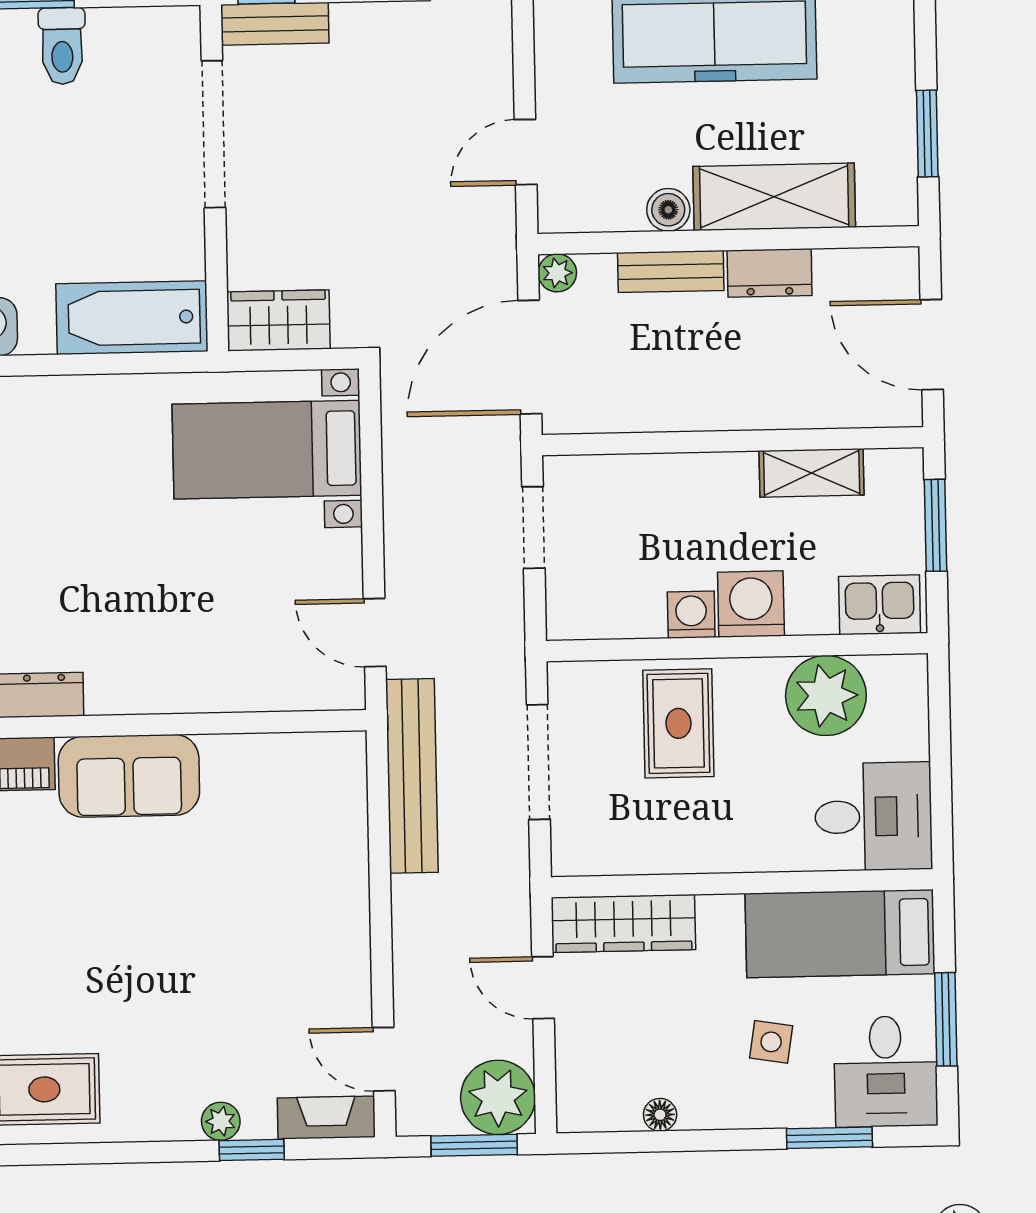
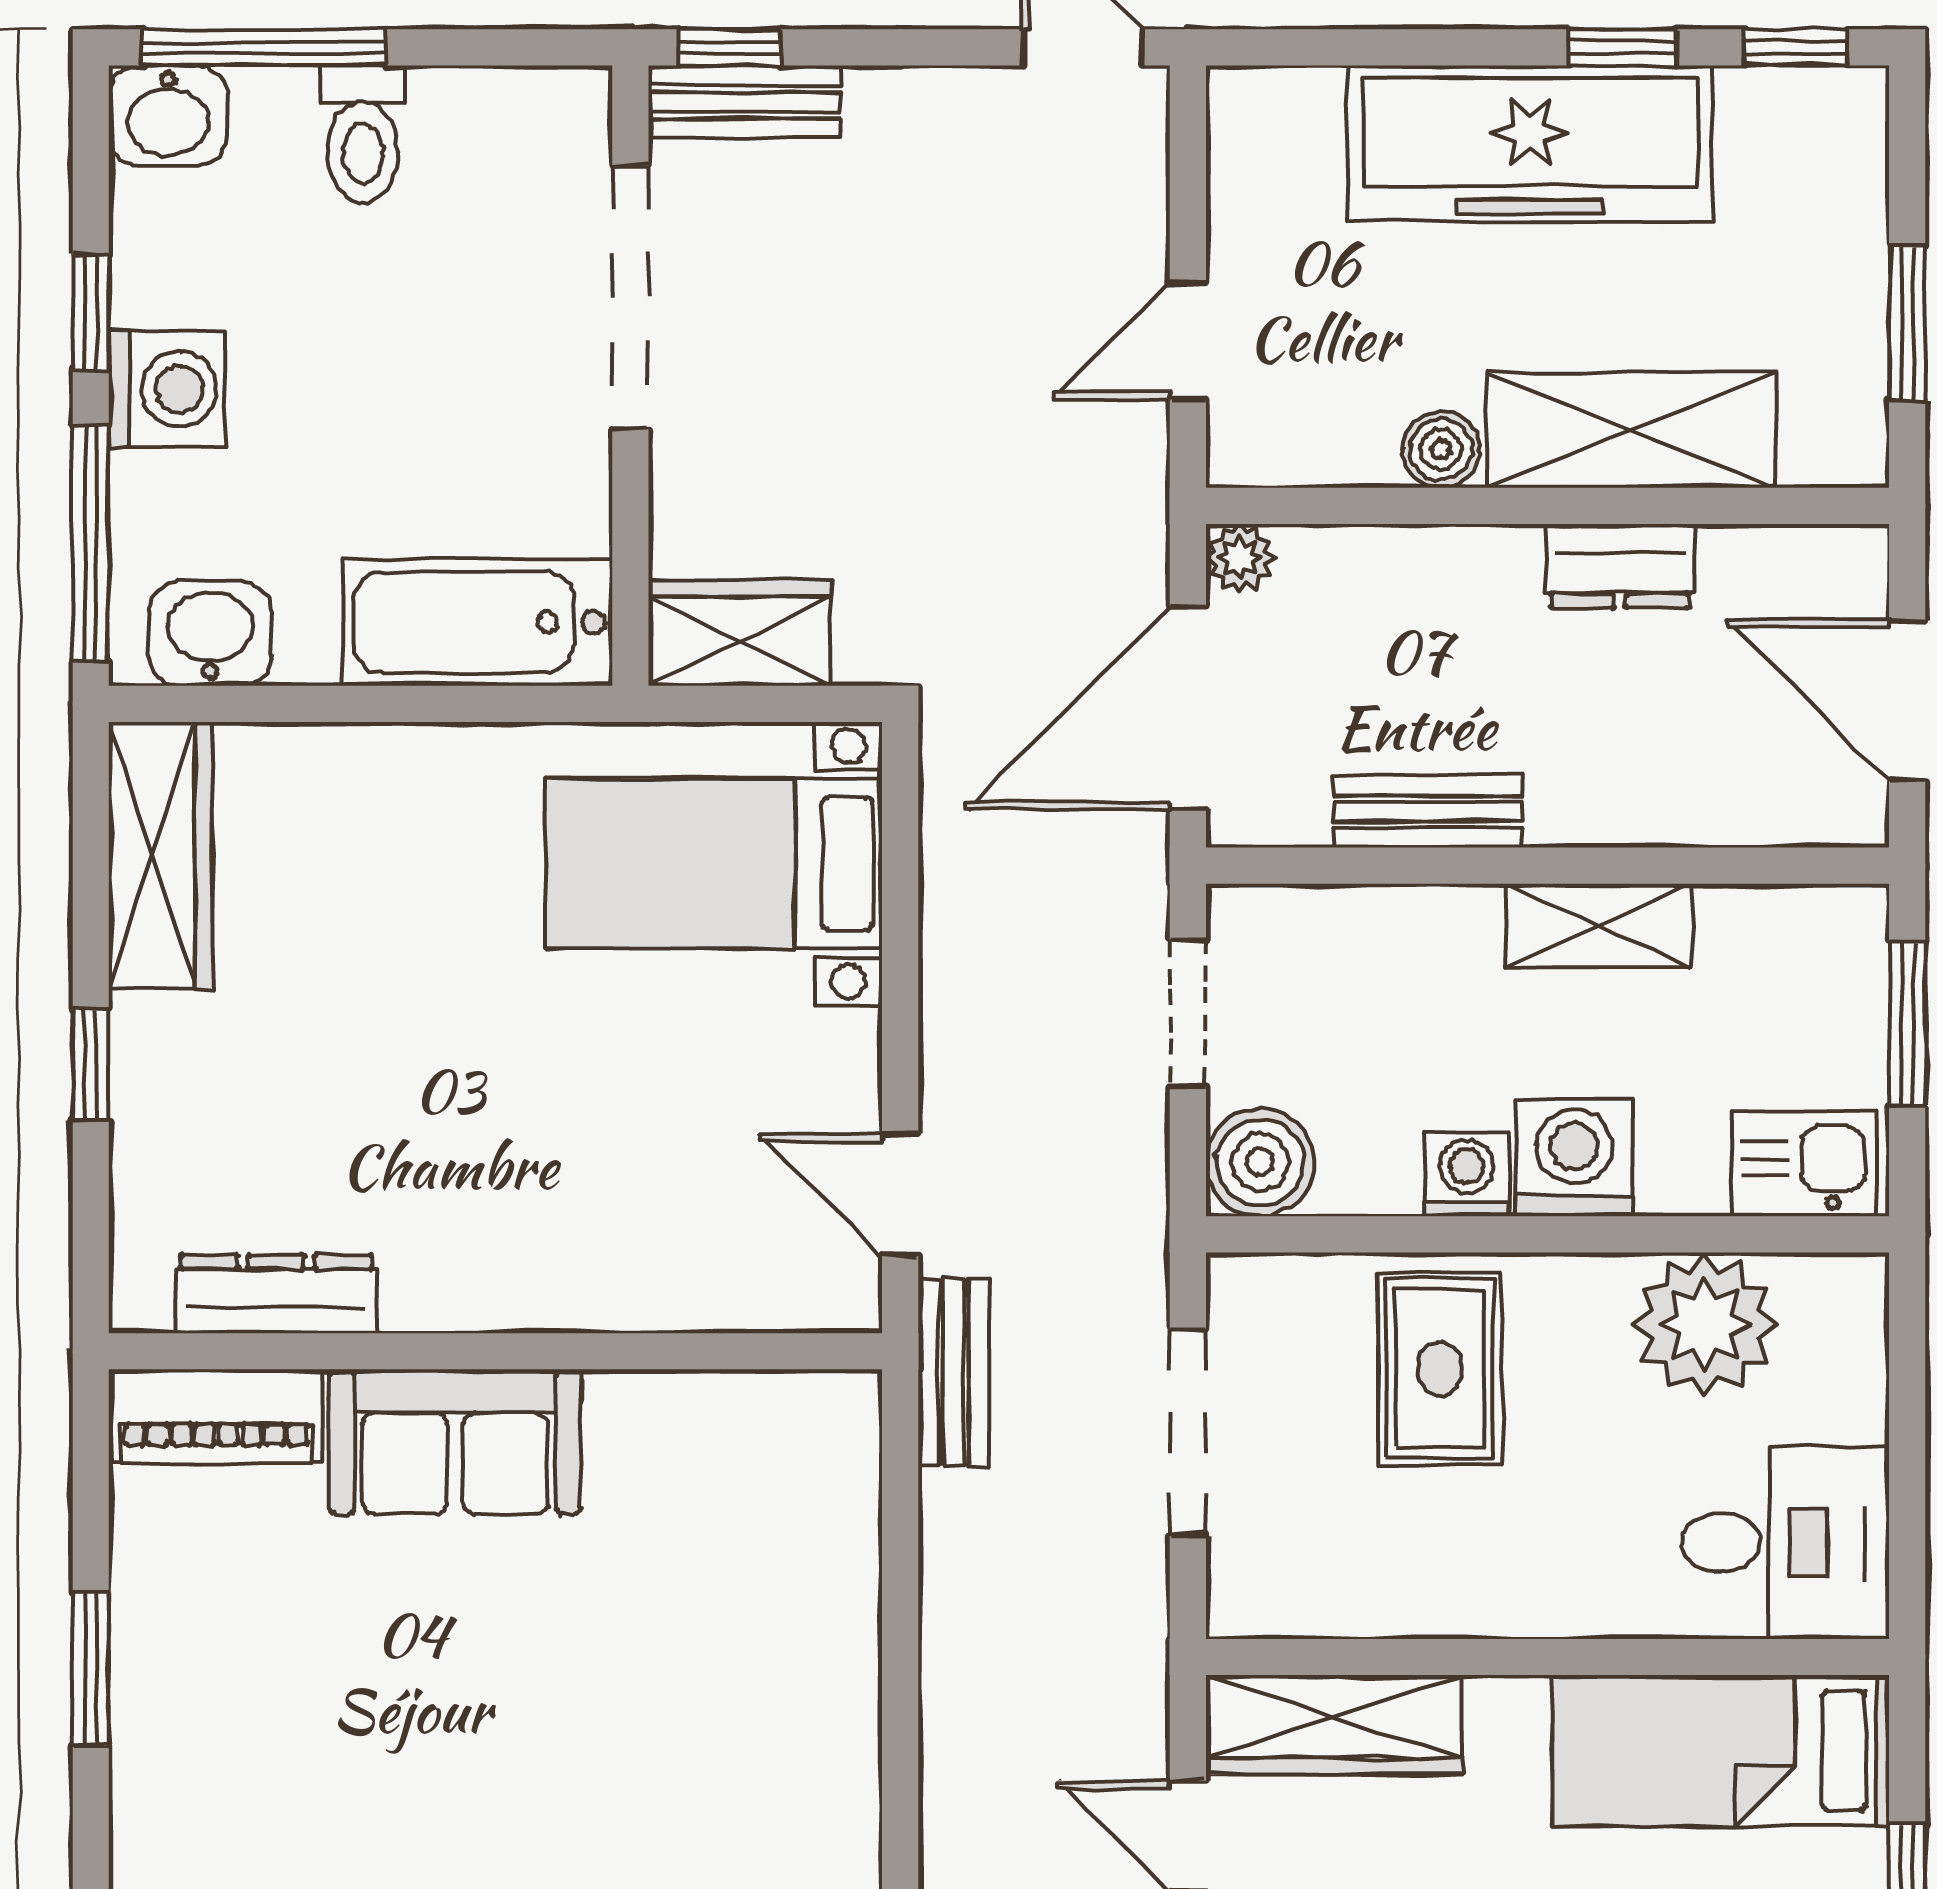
bench: (671, 271) -> (1428, 812), moved
shelving: (812, 473) -> (1598, 925), moved
boiler: (576, 610) -> (1260, 1162), added
bench: (412, 776) -> (954, 1372), width x0.54, depth x0.82

